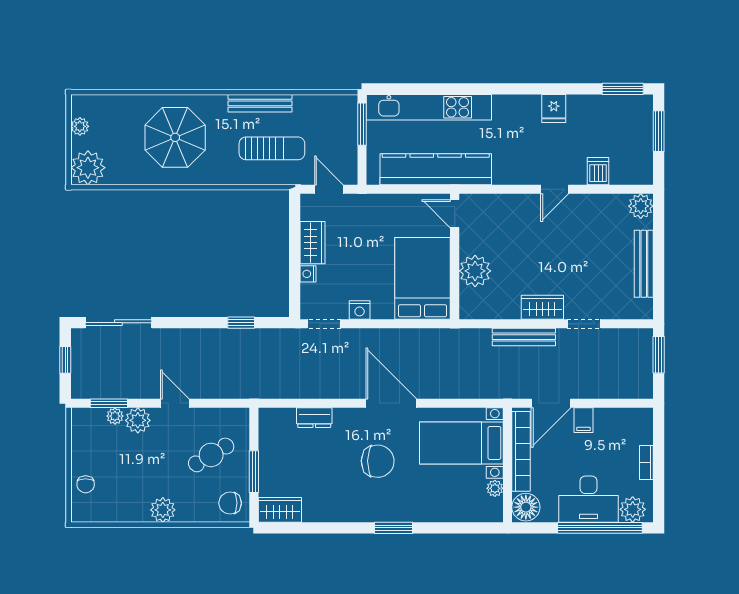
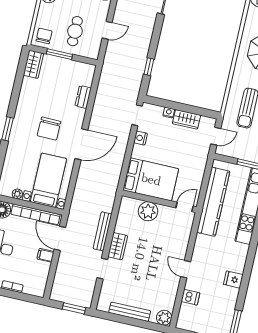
door: (175, 403) -> (107, 30), moved
cafe table: (211, 455) -> (75, 31), turned 31

